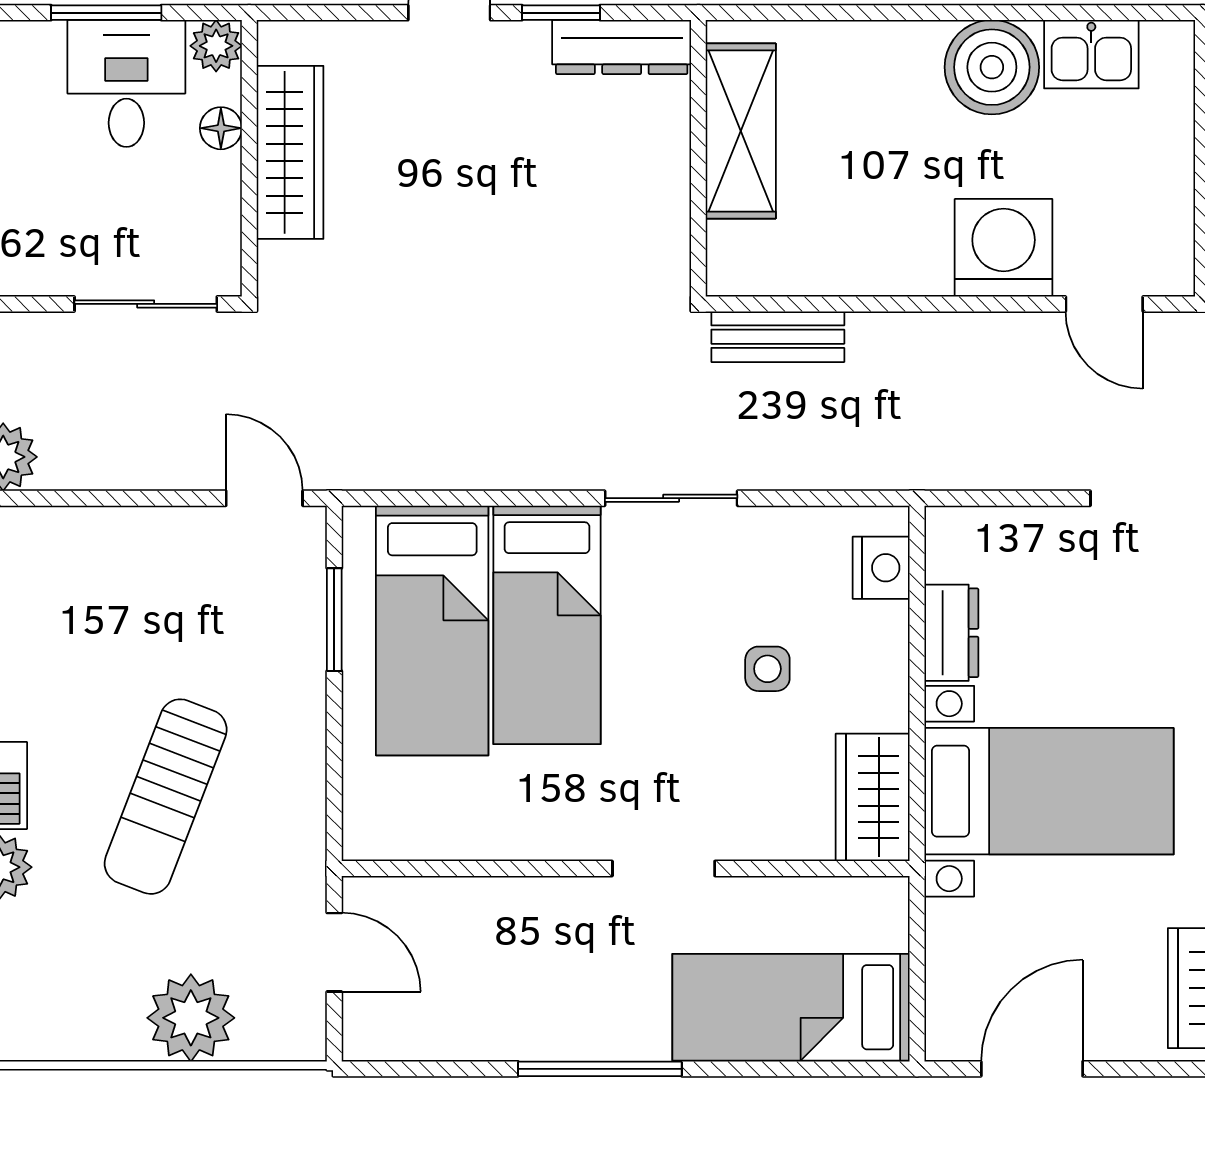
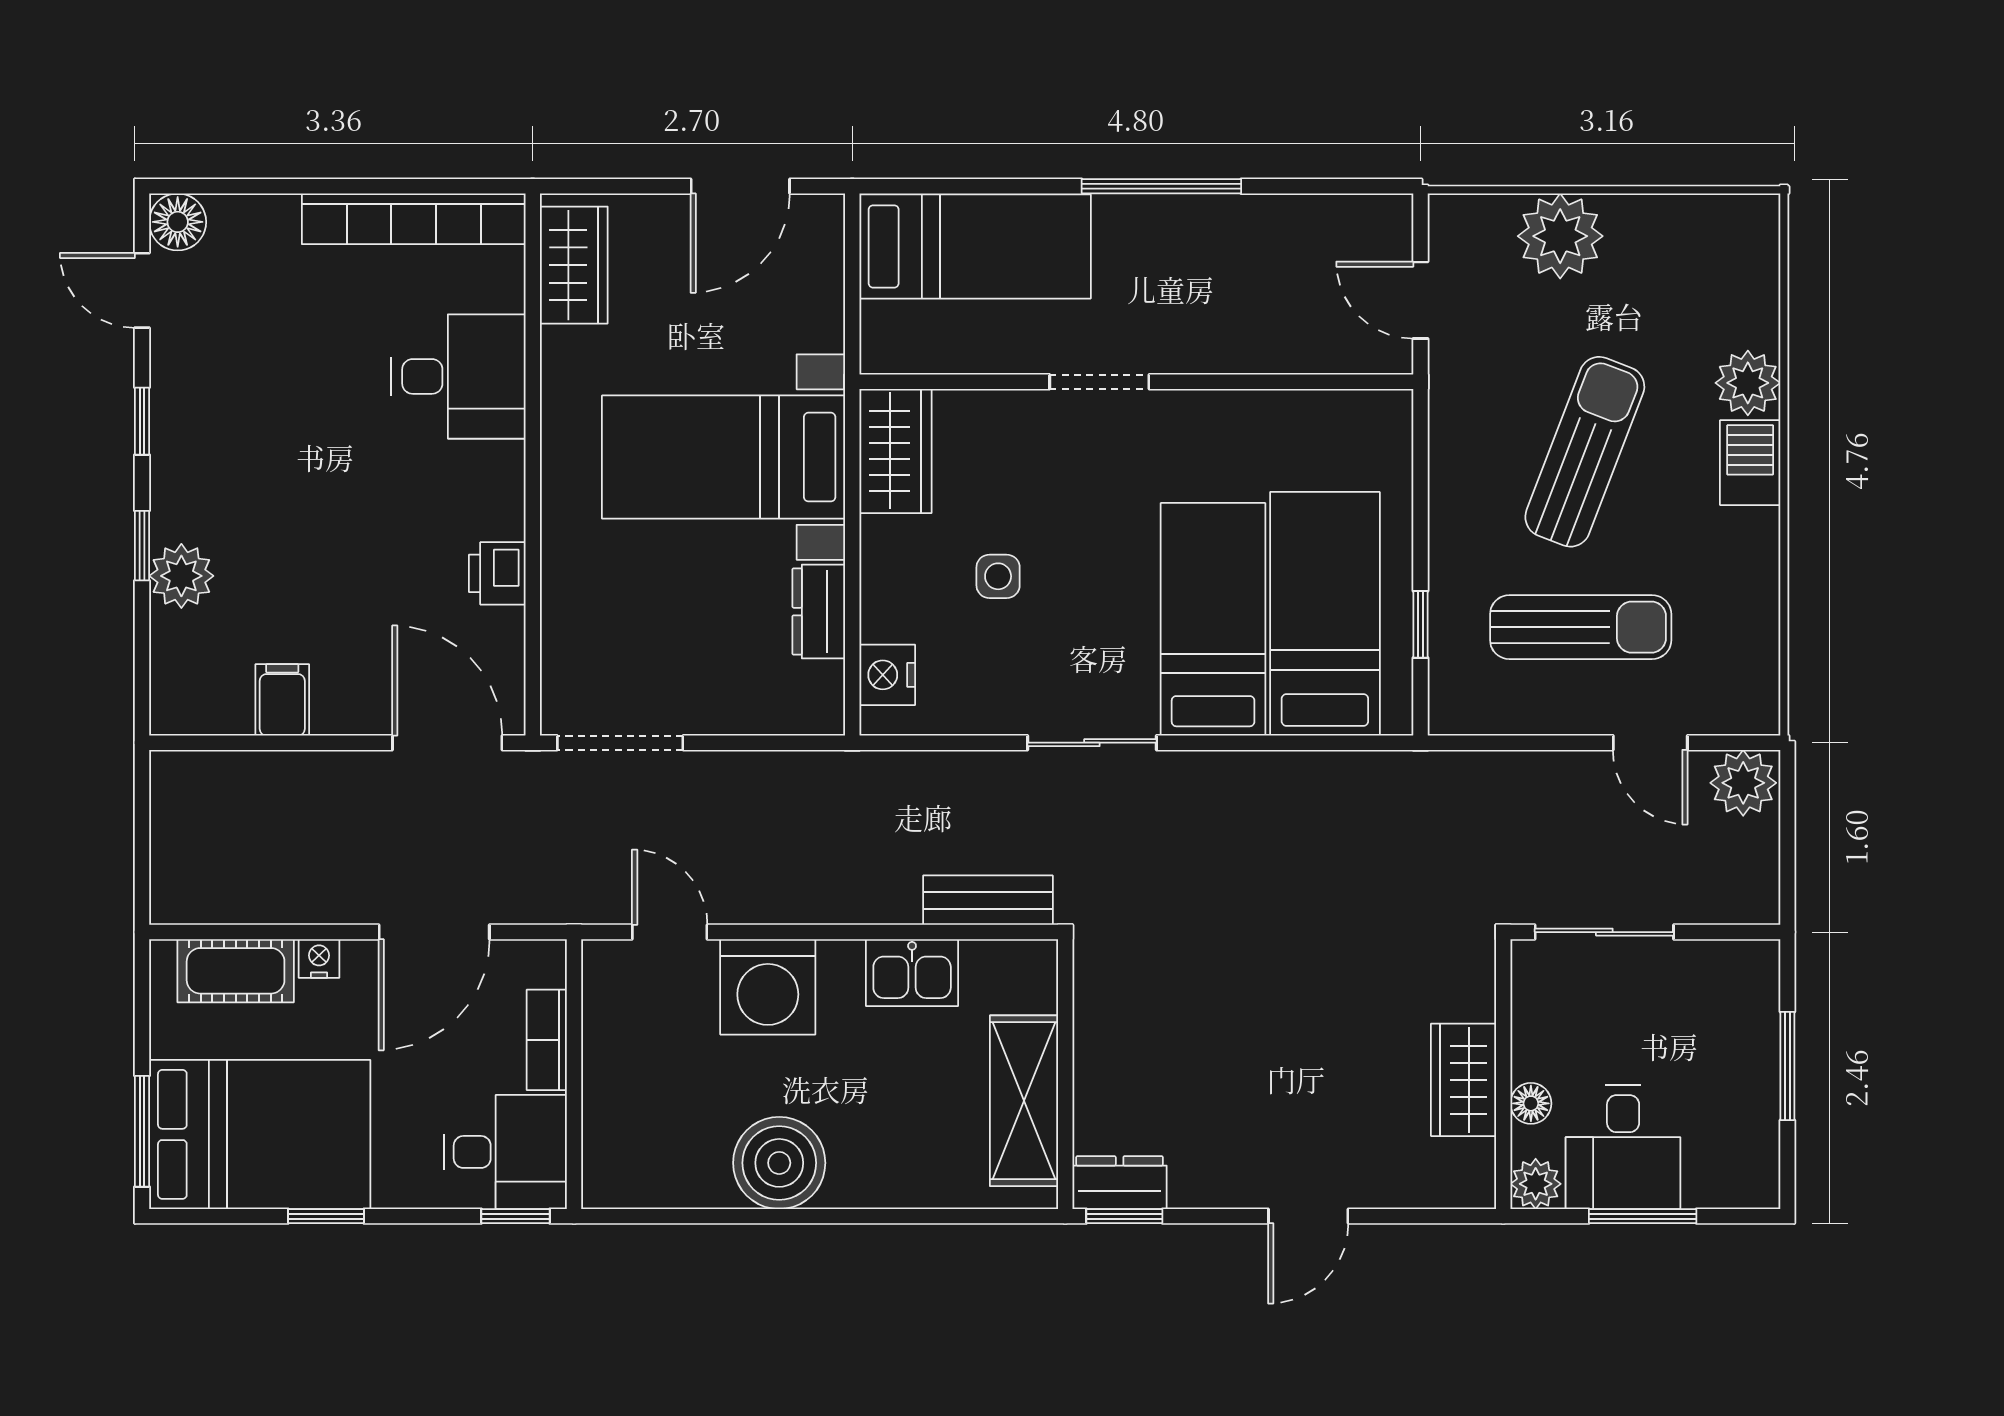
window: (561, 13) -> (1124, 1216), moved
dresser: (622, 47) -> (1120, 1183), width x0.70
kitchen sink: (1091, 54) -> (912, 973), moved, turned 180
wardrobe: (290, 152) -> (1464, 1080), width x0.67
door: (264, 498) -> (1650, 743), moved
sun lounger: (170, 617) -> (1581, 627), added
window: (334, 620) -> (1420, 624), width x0.67

